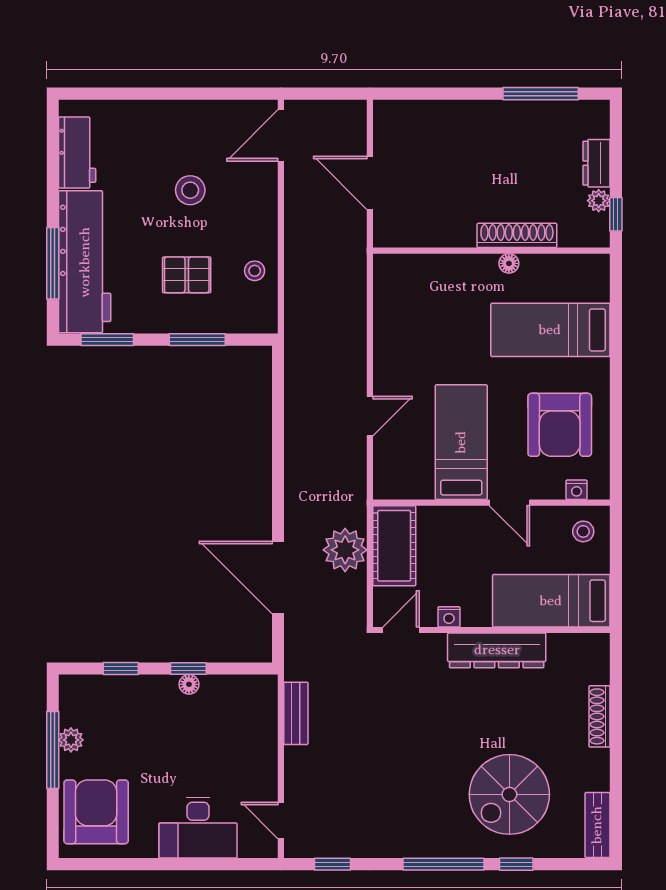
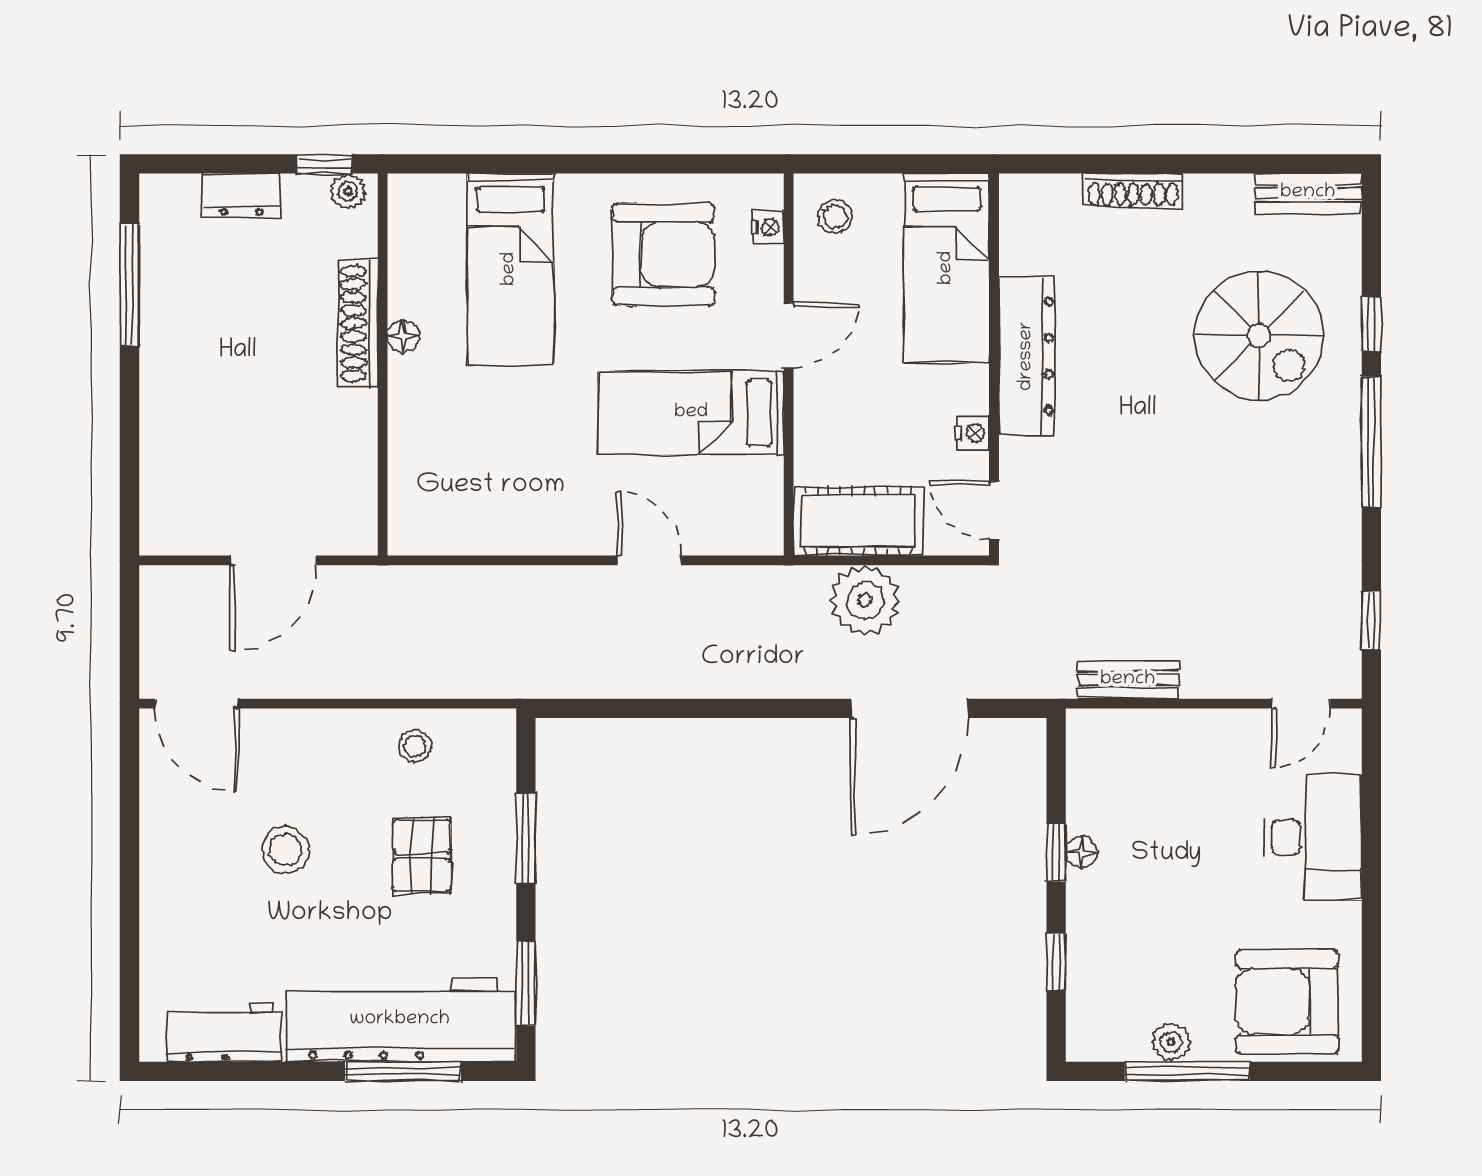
plant: (599, 201) -> (348, 192), moved

